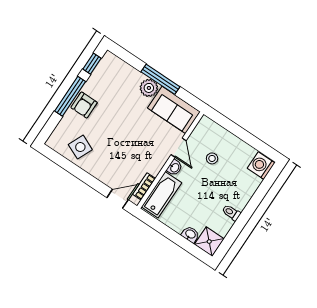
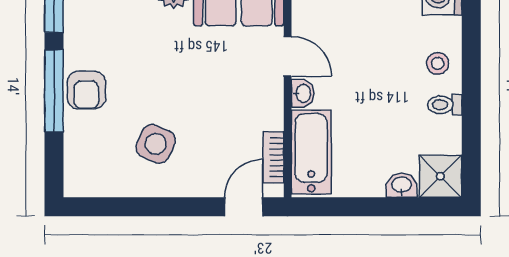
side table: (80, 147) -> (156, 144), moved
stool: (212, 158) -> (438, 63), moved

